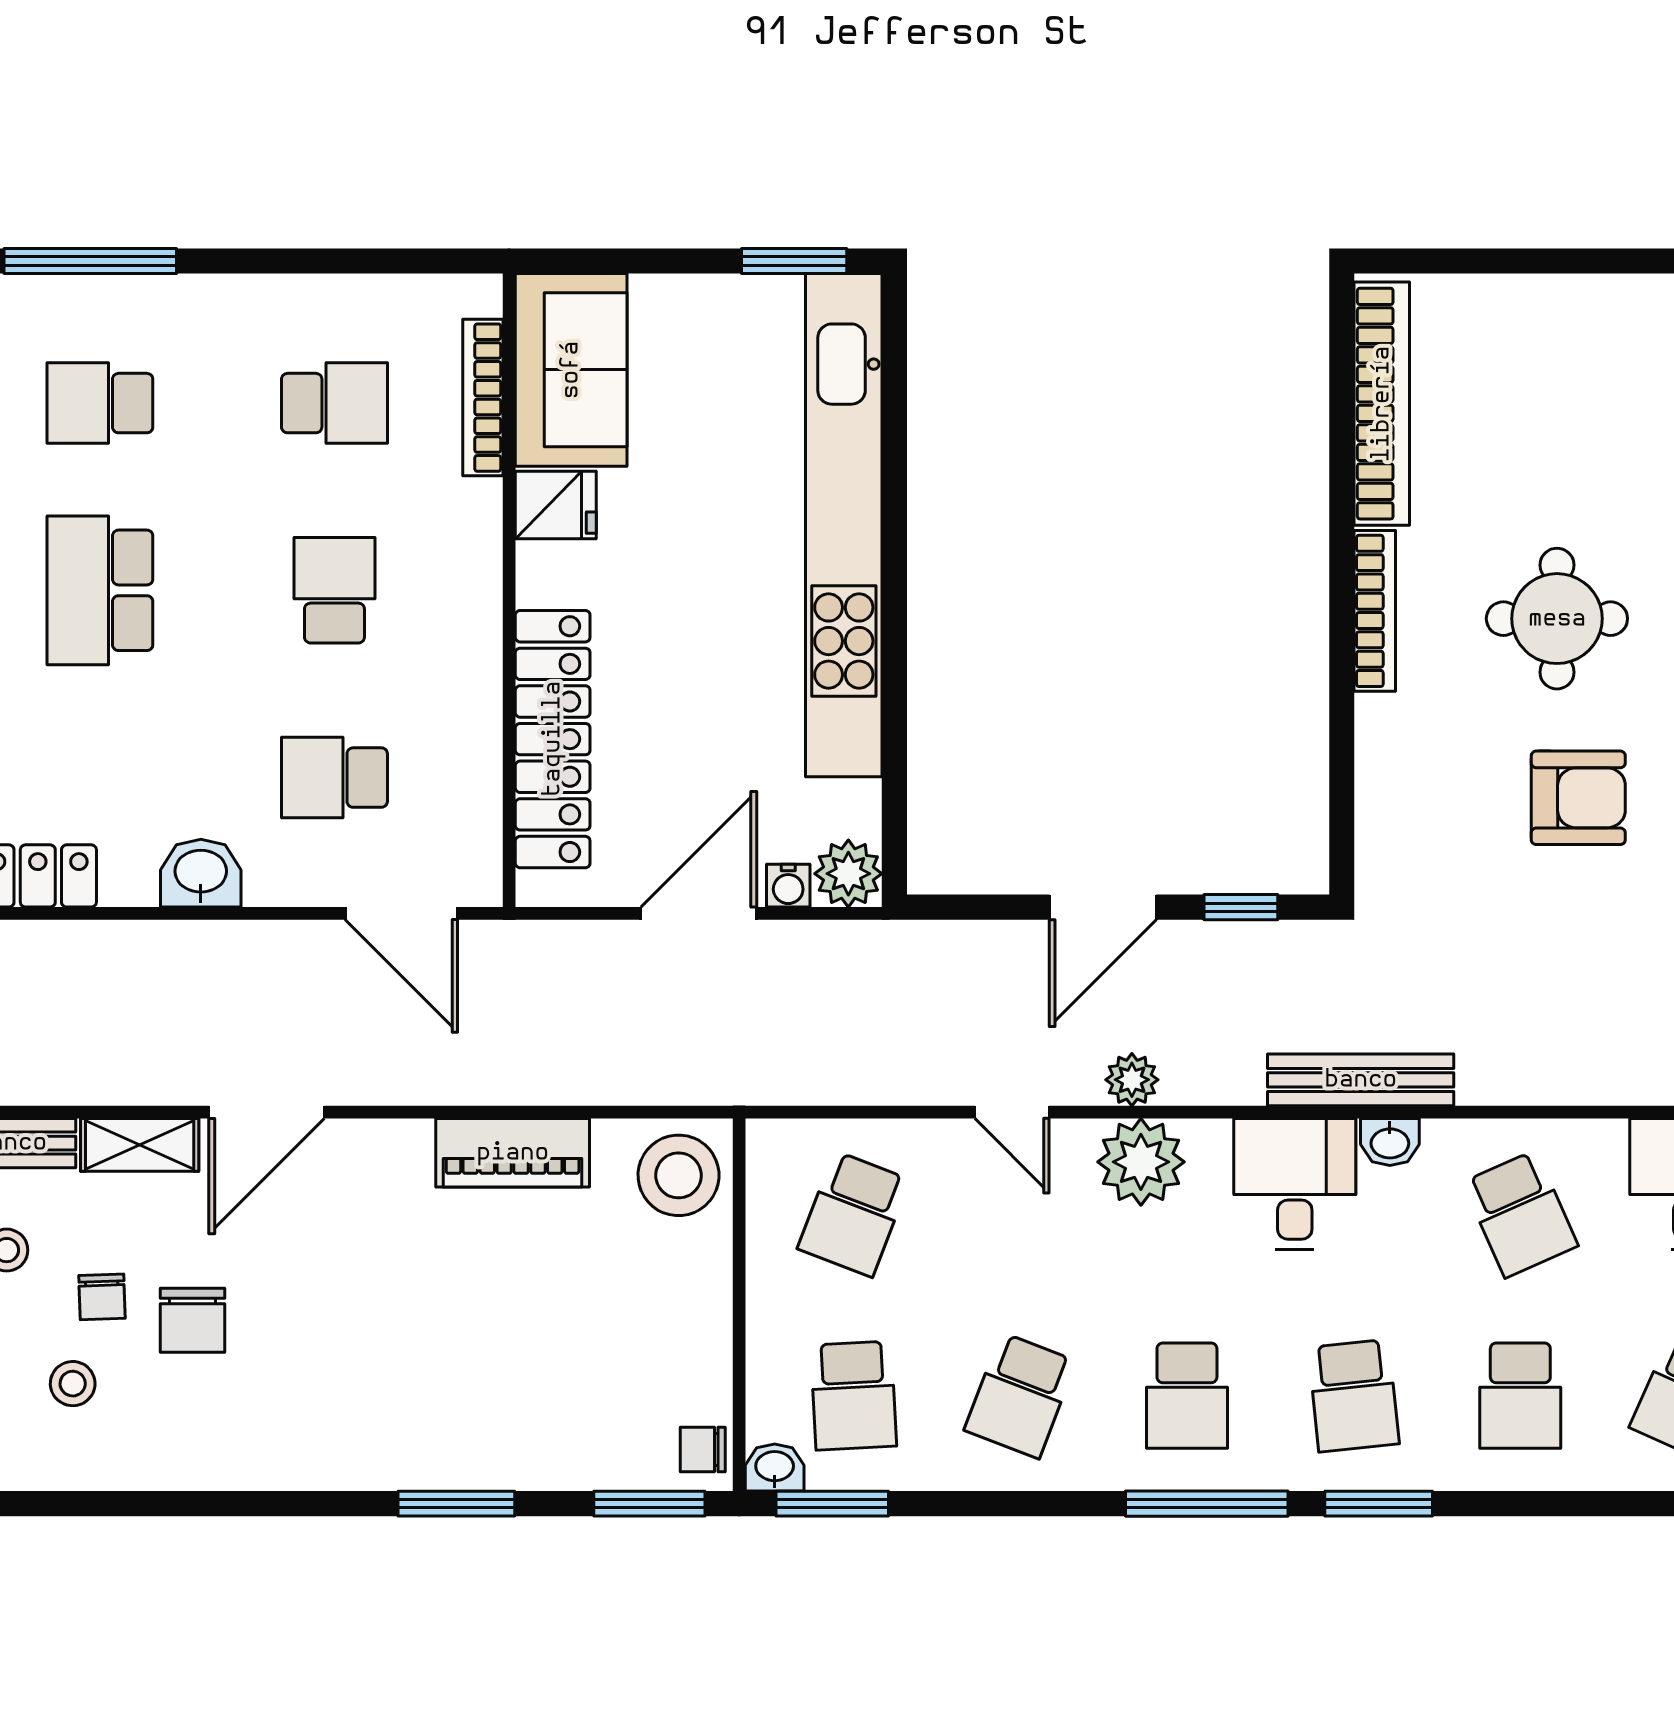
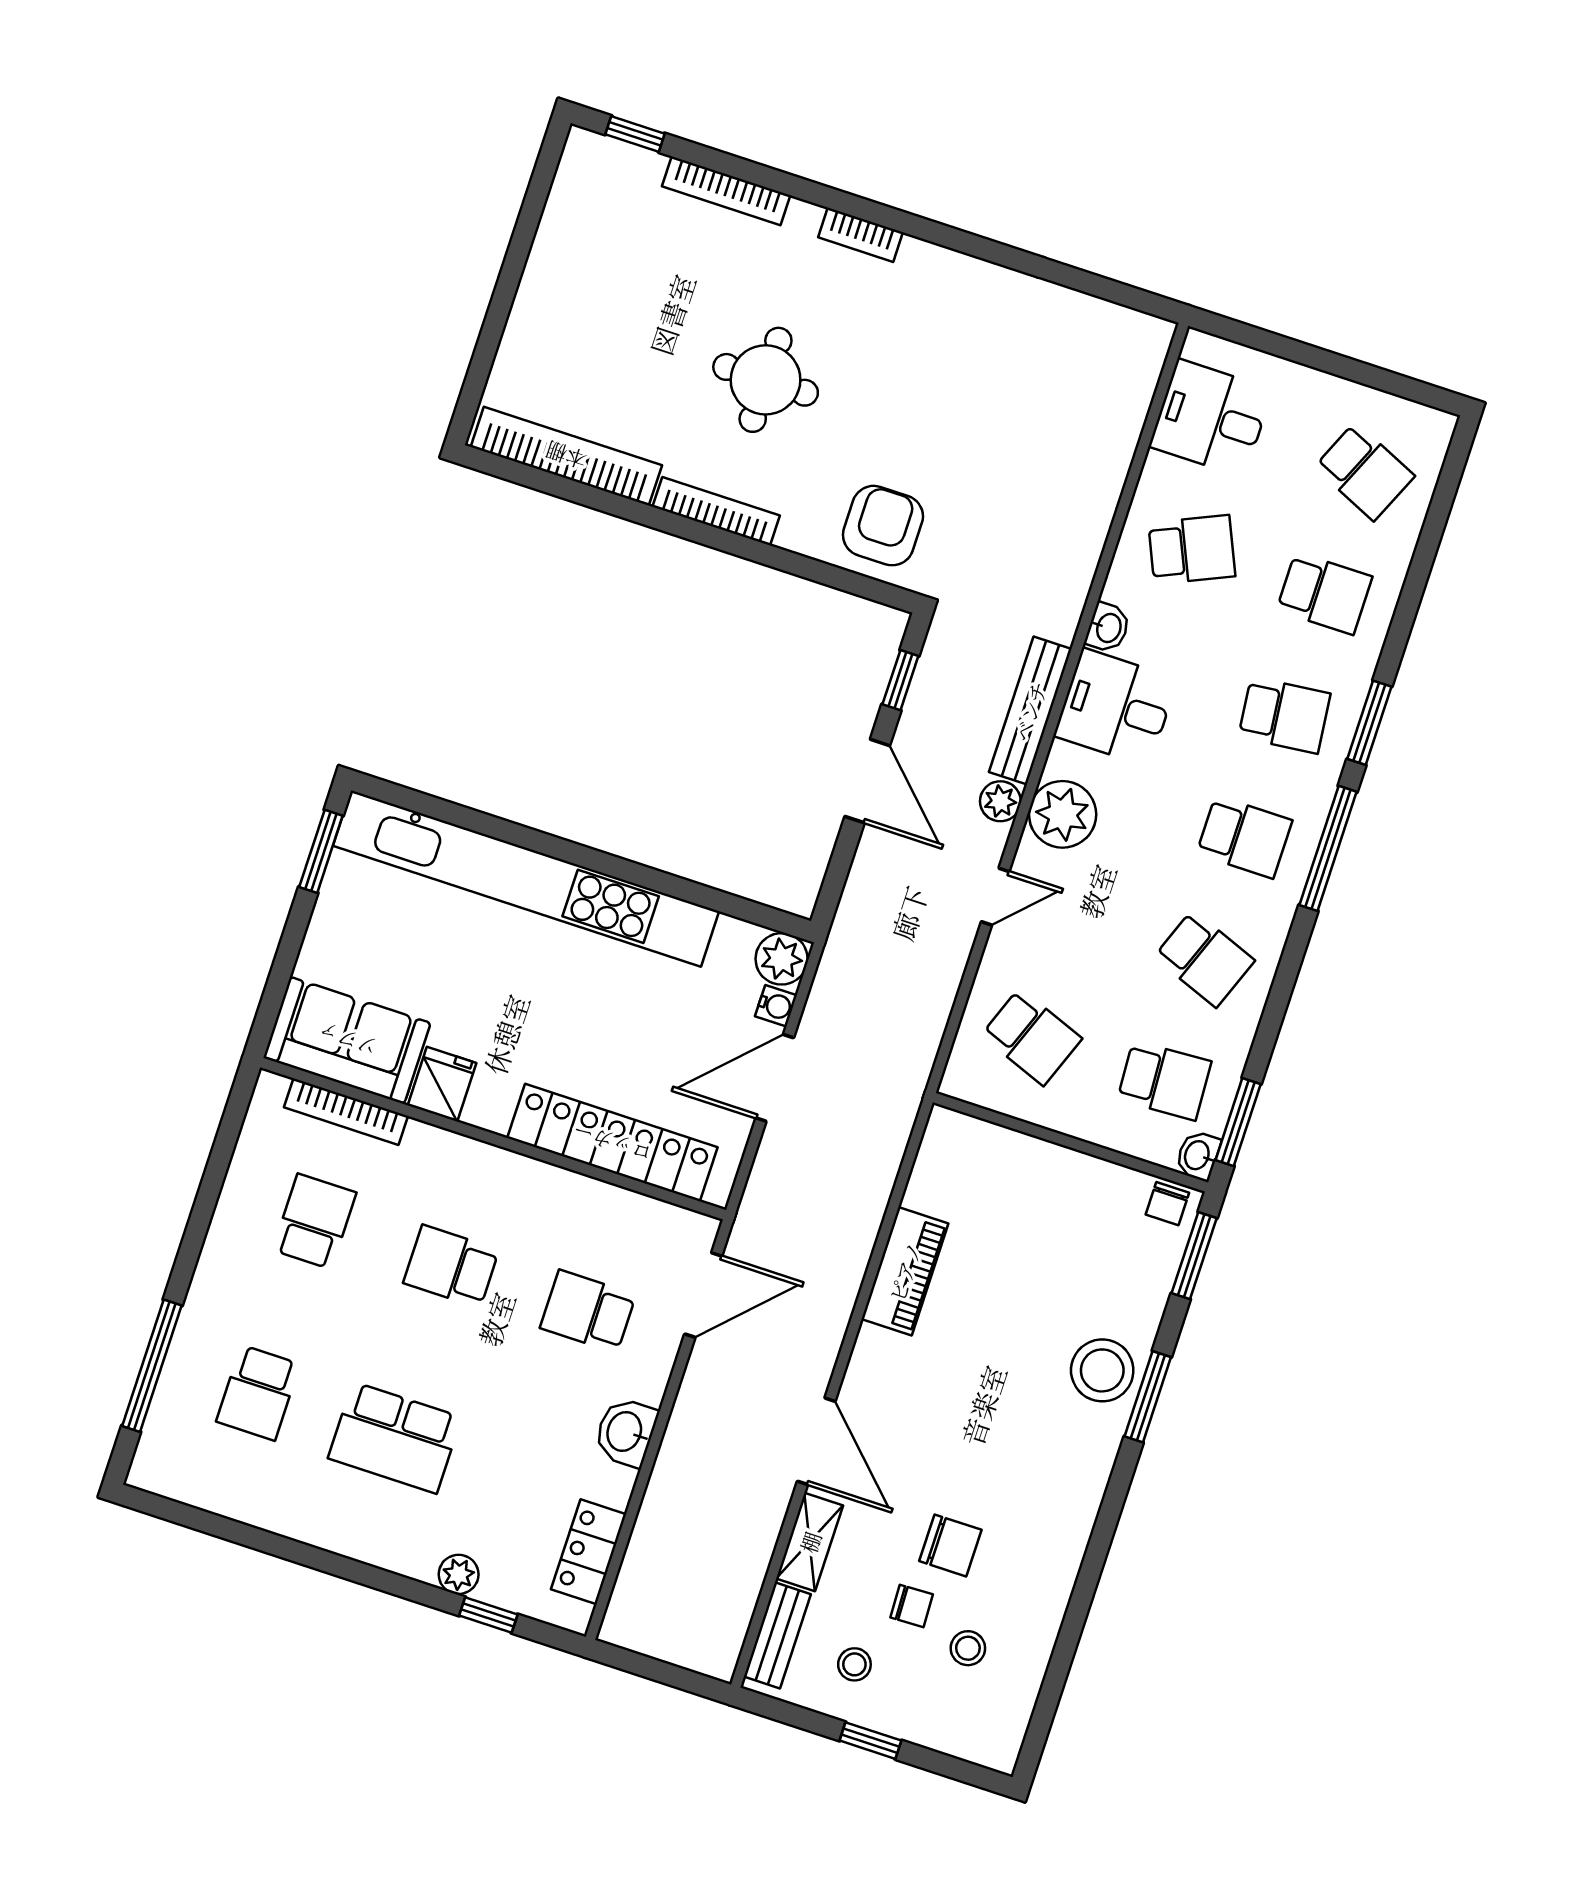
school desk: (334, 778) -> (588, 1311), turned 90
armchair: (1578, 798) -> (883, 526), moved
door: (699, 913) -> (775, 1078), hinge flipped
bench: (1361, 1080) -> (1030, 711), moved
stool: (679, 1175) -> (1102, 1370), moved

